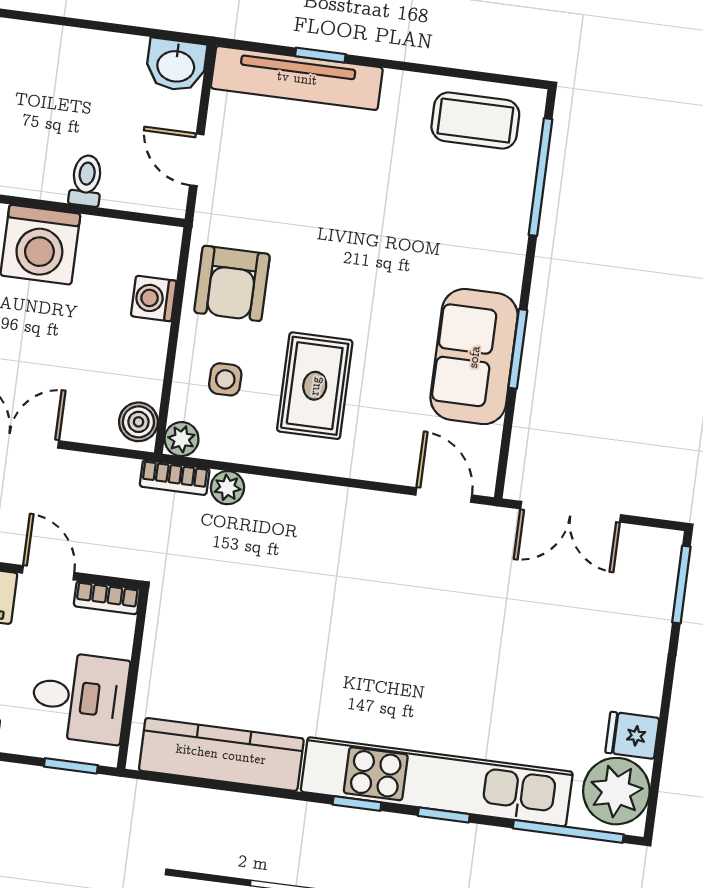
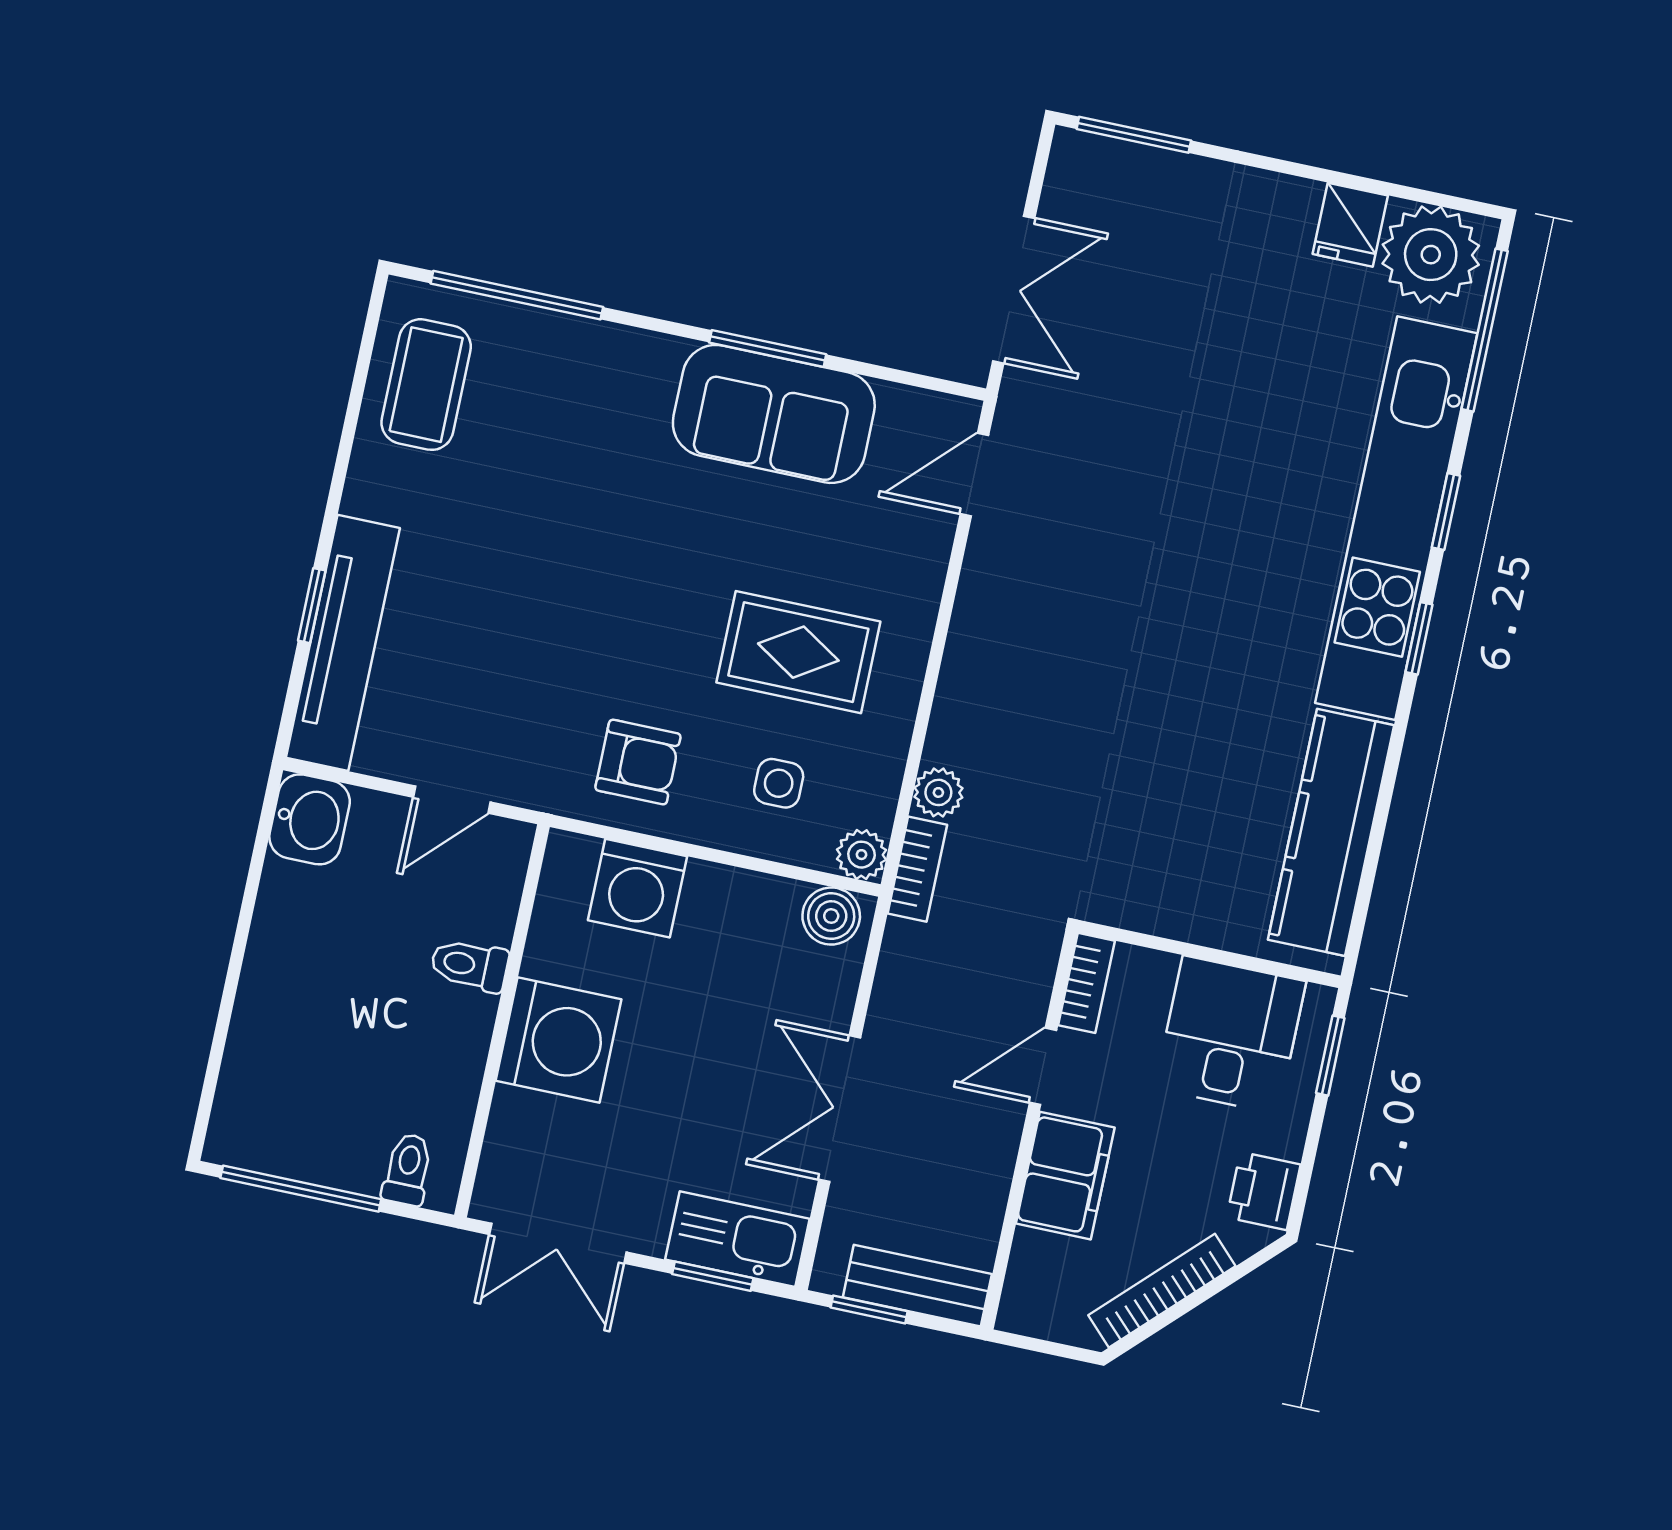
armchair: (232, 283) -> (638, 762), width x0.72, depth x0.72
washing machine: (154, 298) -> (637, 888), width x1.38, depth x1.38

